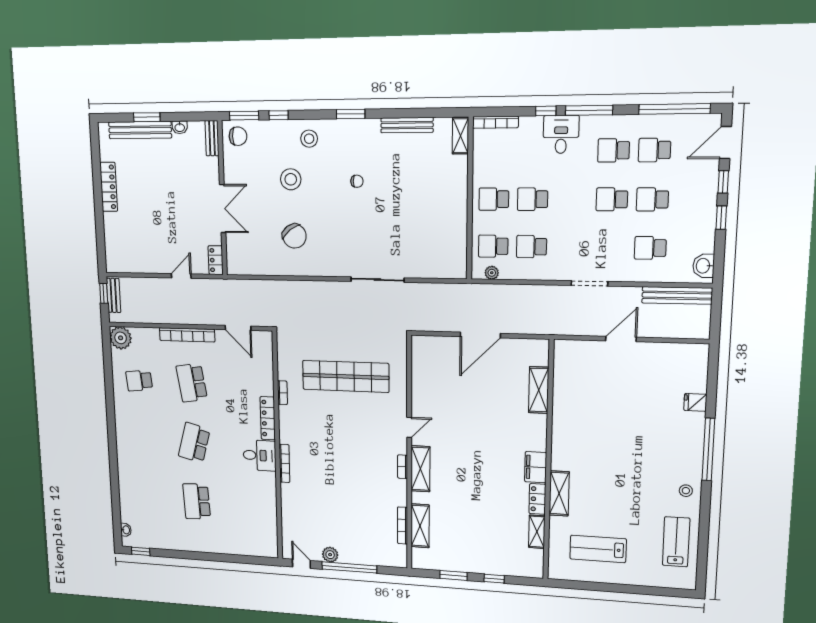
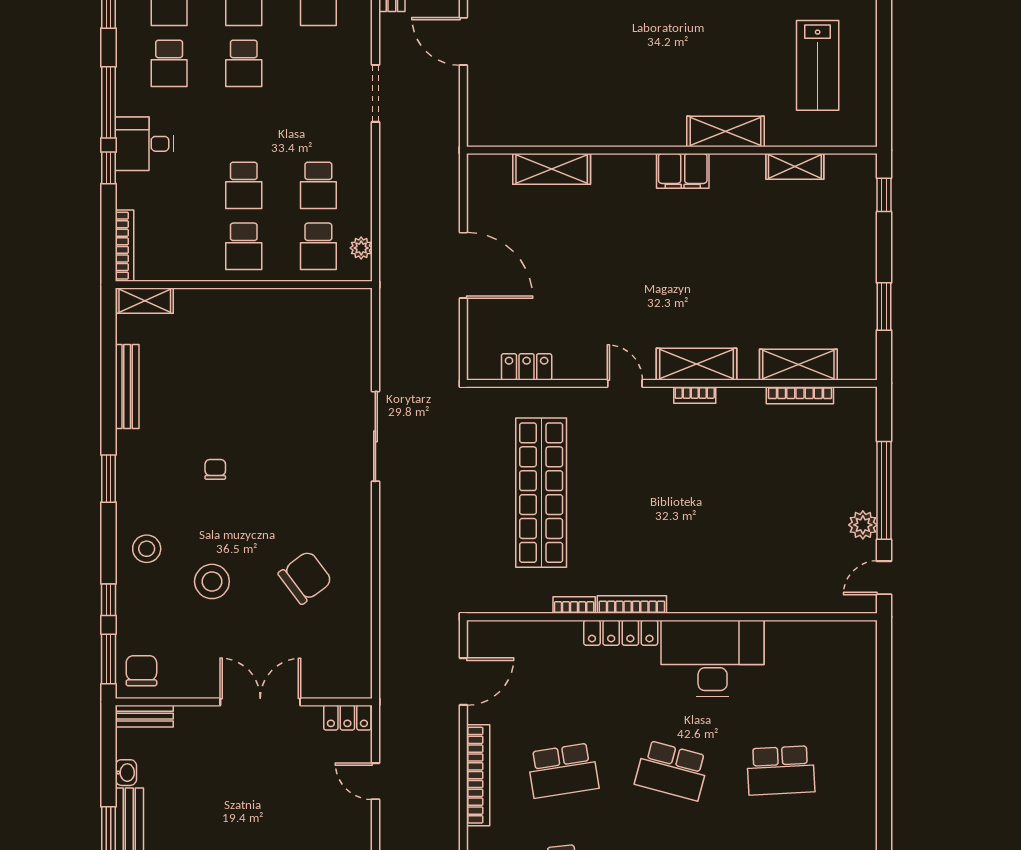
desk: (260, 455) -> (713, 658), width x1.87, depth x1.30
bookcase: (284, 463) -> (632, 605), moved
locker: (537, 499) -> (527, 367), moved, turned 180
window: (494, 579) -> (884, 195), moved

